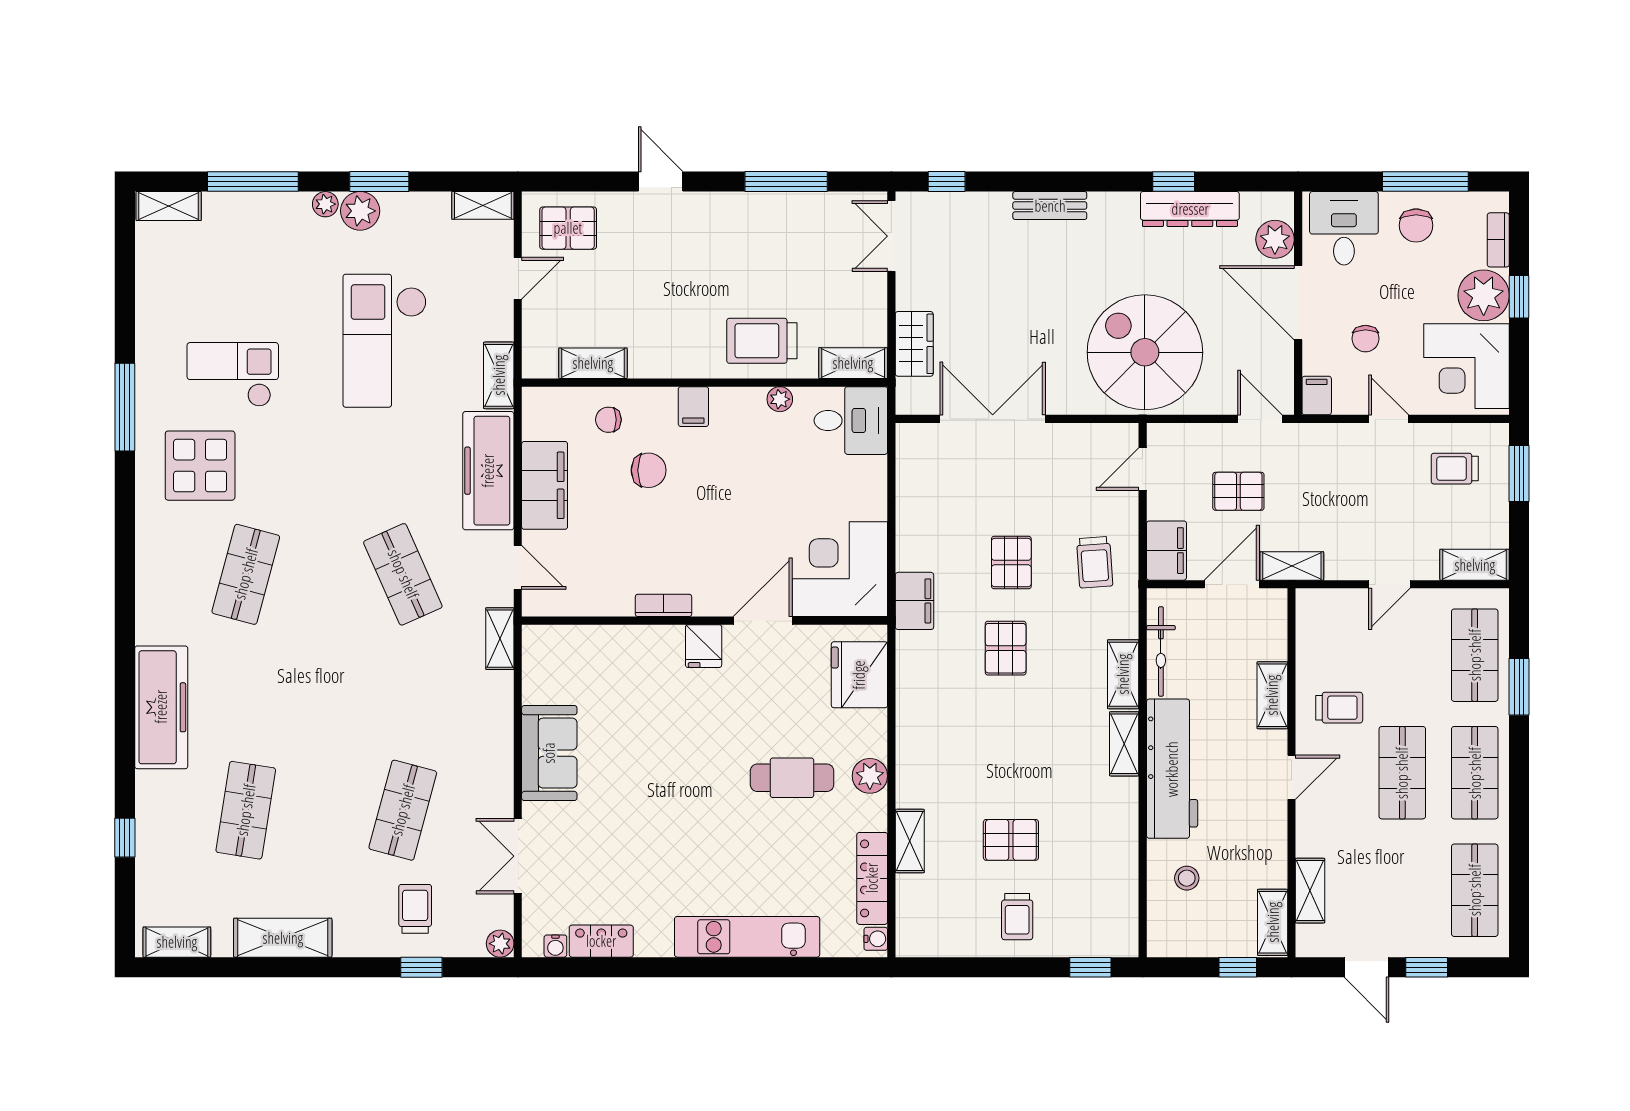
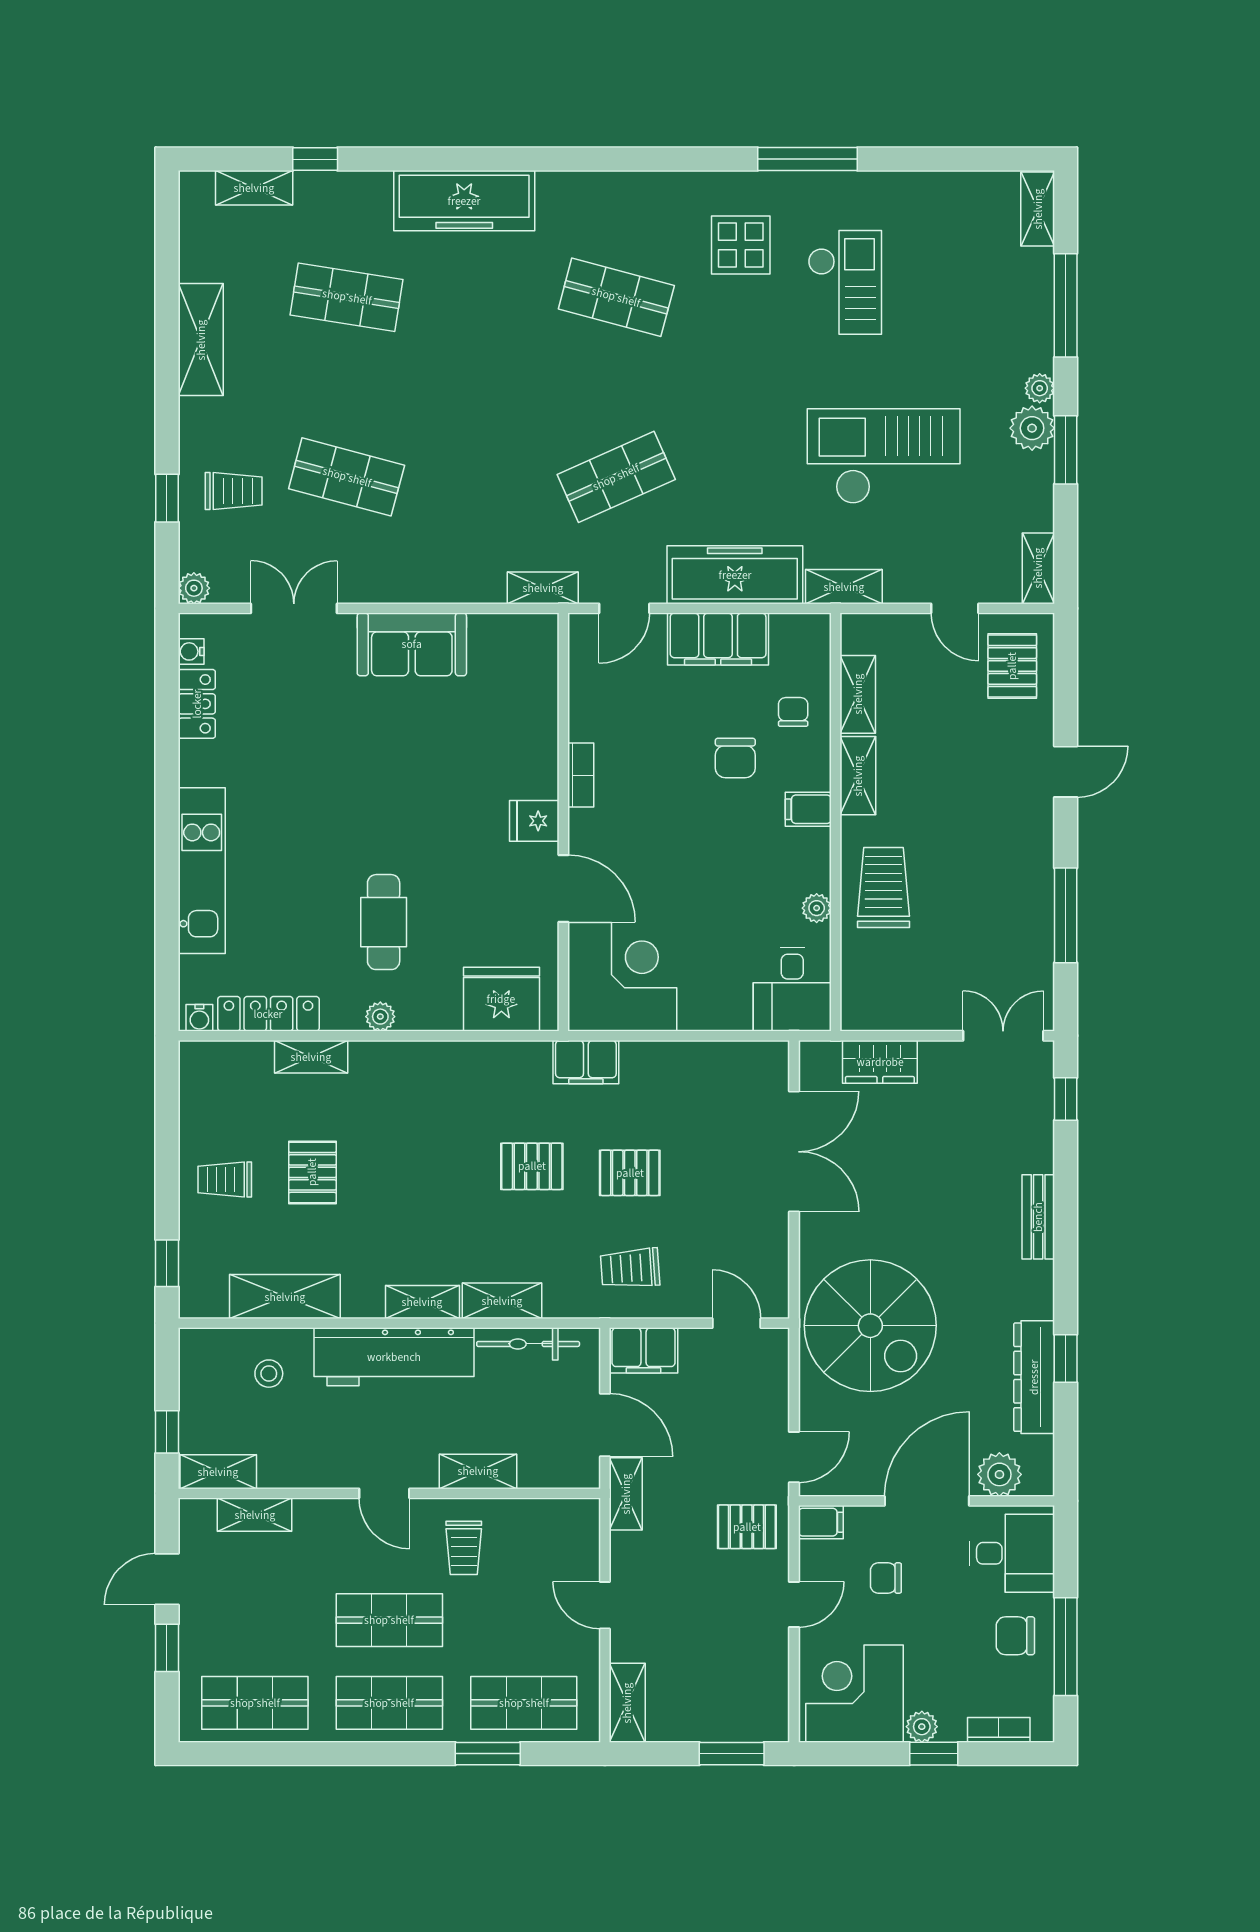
plant: (1484, 295) -> (922, 1727), width x0.53, depth x0.53
spiral stairs: (1145, 352) -> (870, 1326), turned 90
shelving: (853, 363) -> (858, 776), moved
display table: (200, 466) -> (741, 245), width x0.73, depth x0.73
trolley: (1455, 469) -> (737, 1680), removed
pallet: (1238, 491) -> (747, 1527), moved, turned 90
plant: (870, 776) -> (380, 1017), width x0.73, depth x0.73
shelving: (1119, 864) -> (285, 1297), added
shelving: (177, 942) -> (254, 188), moved, turned 90

